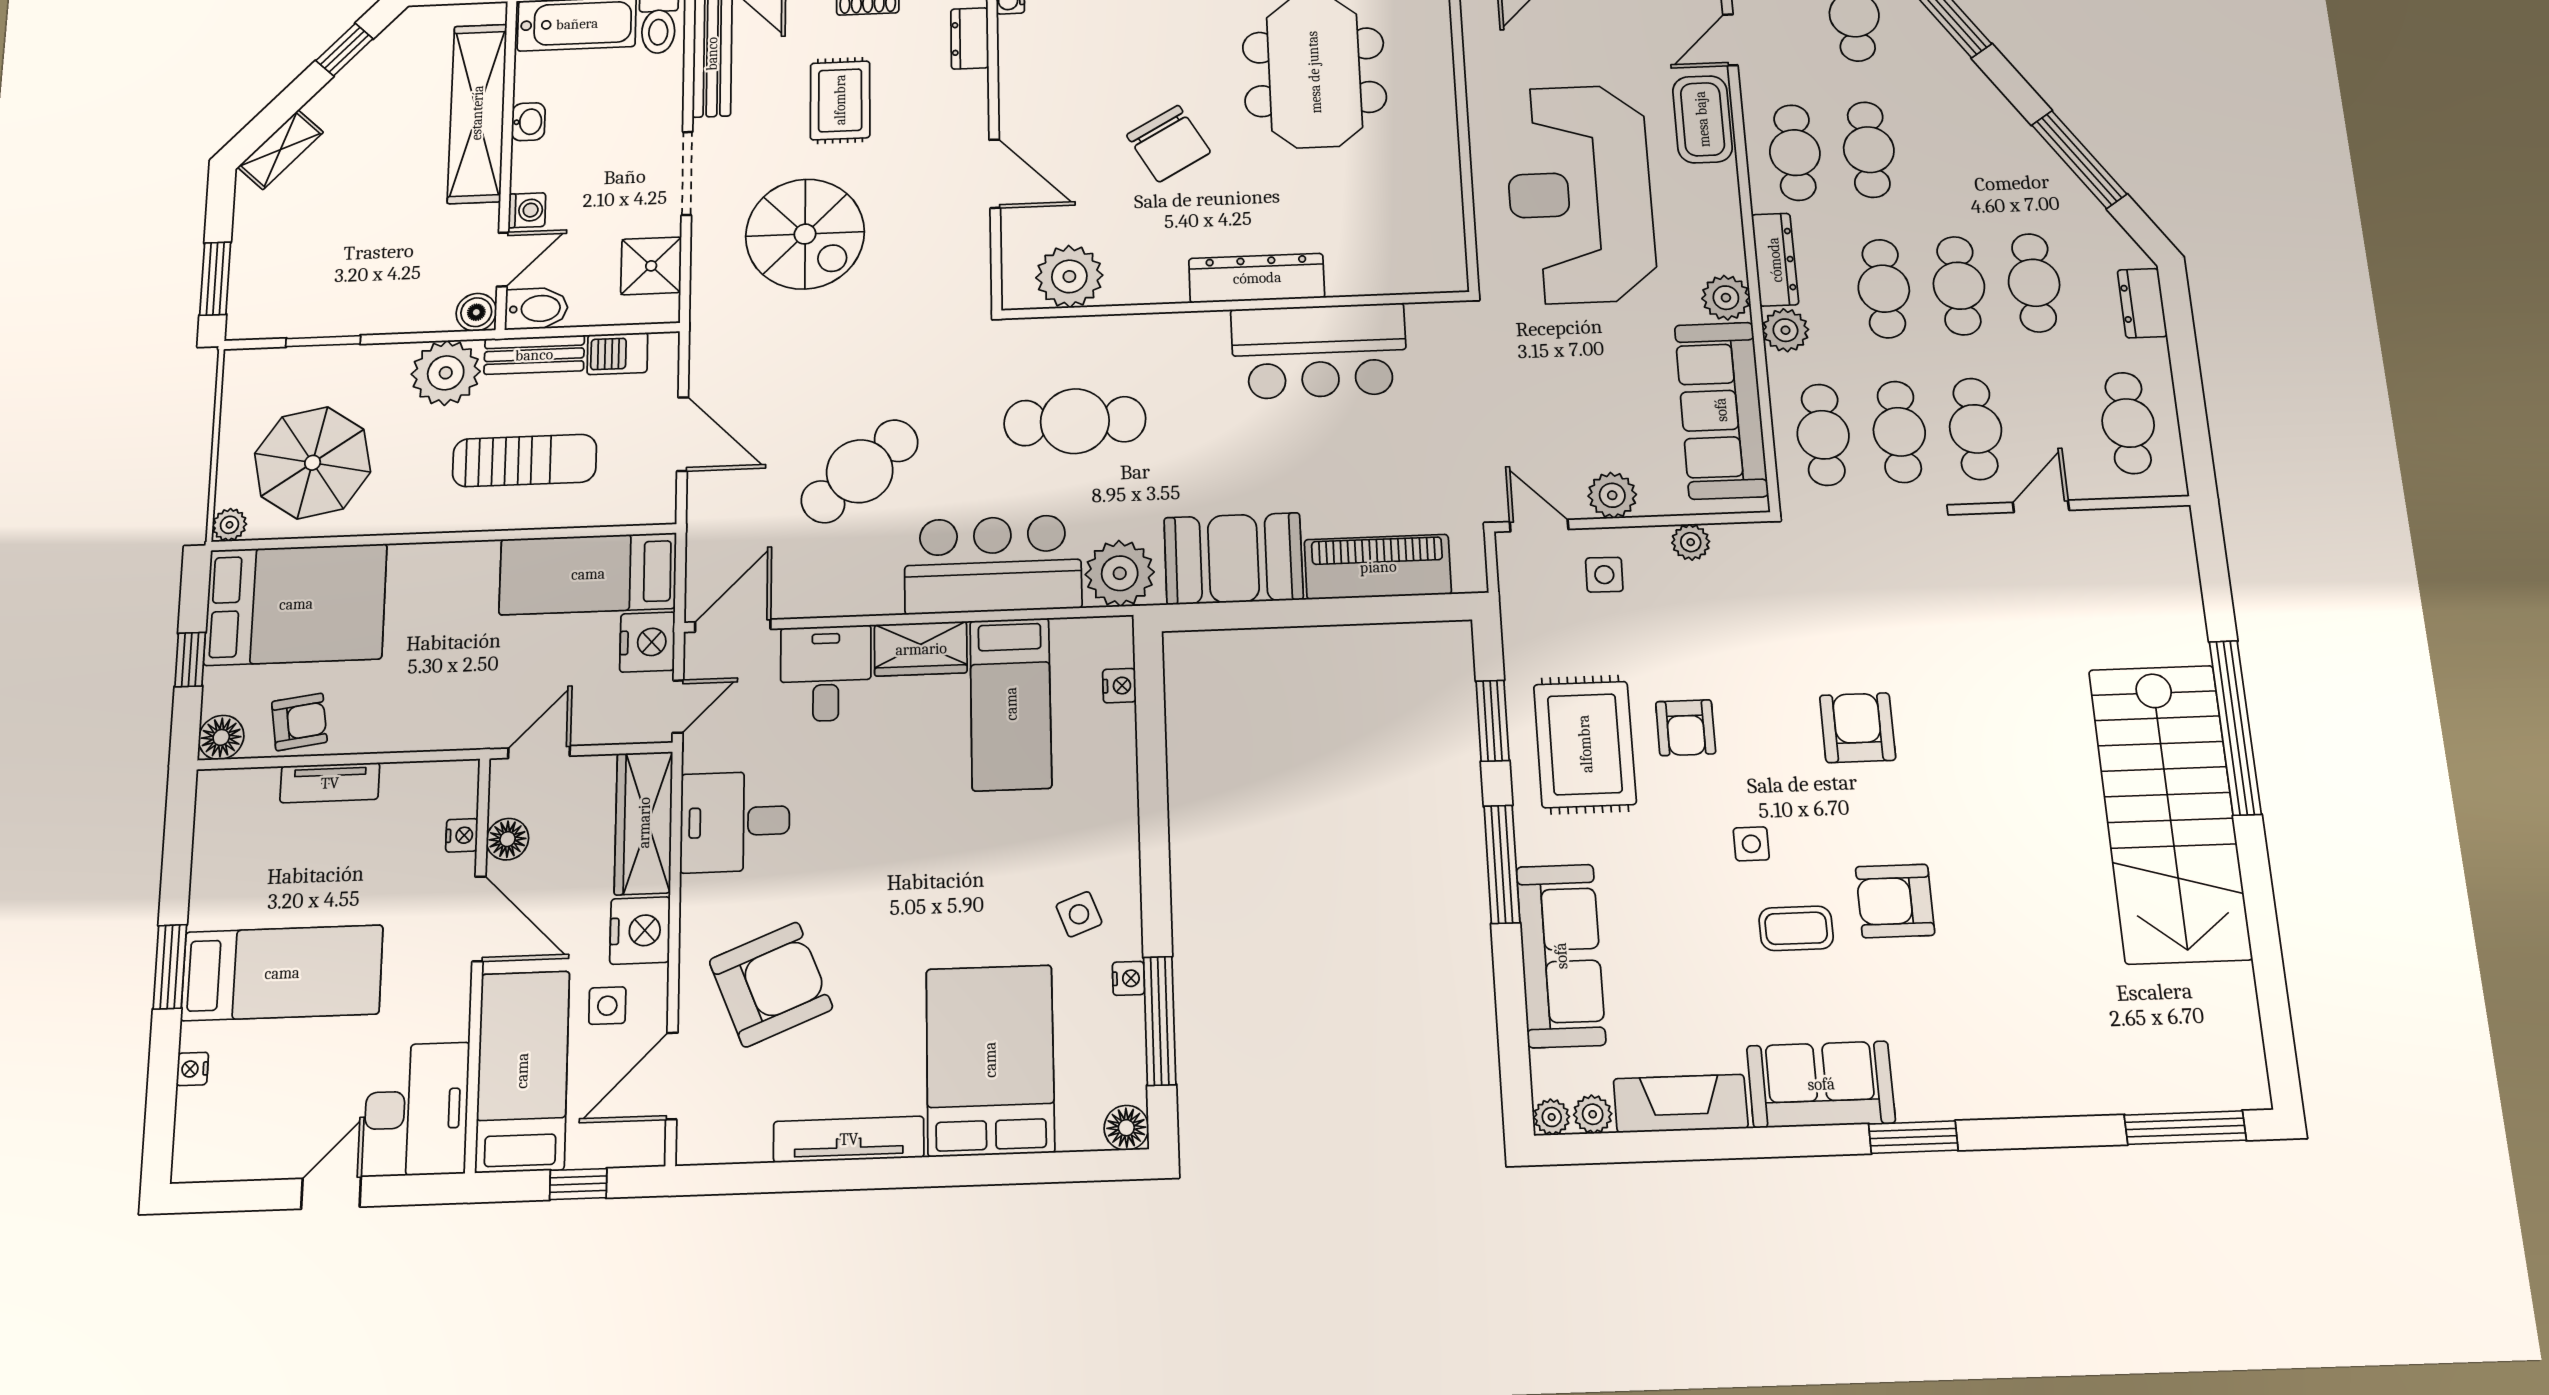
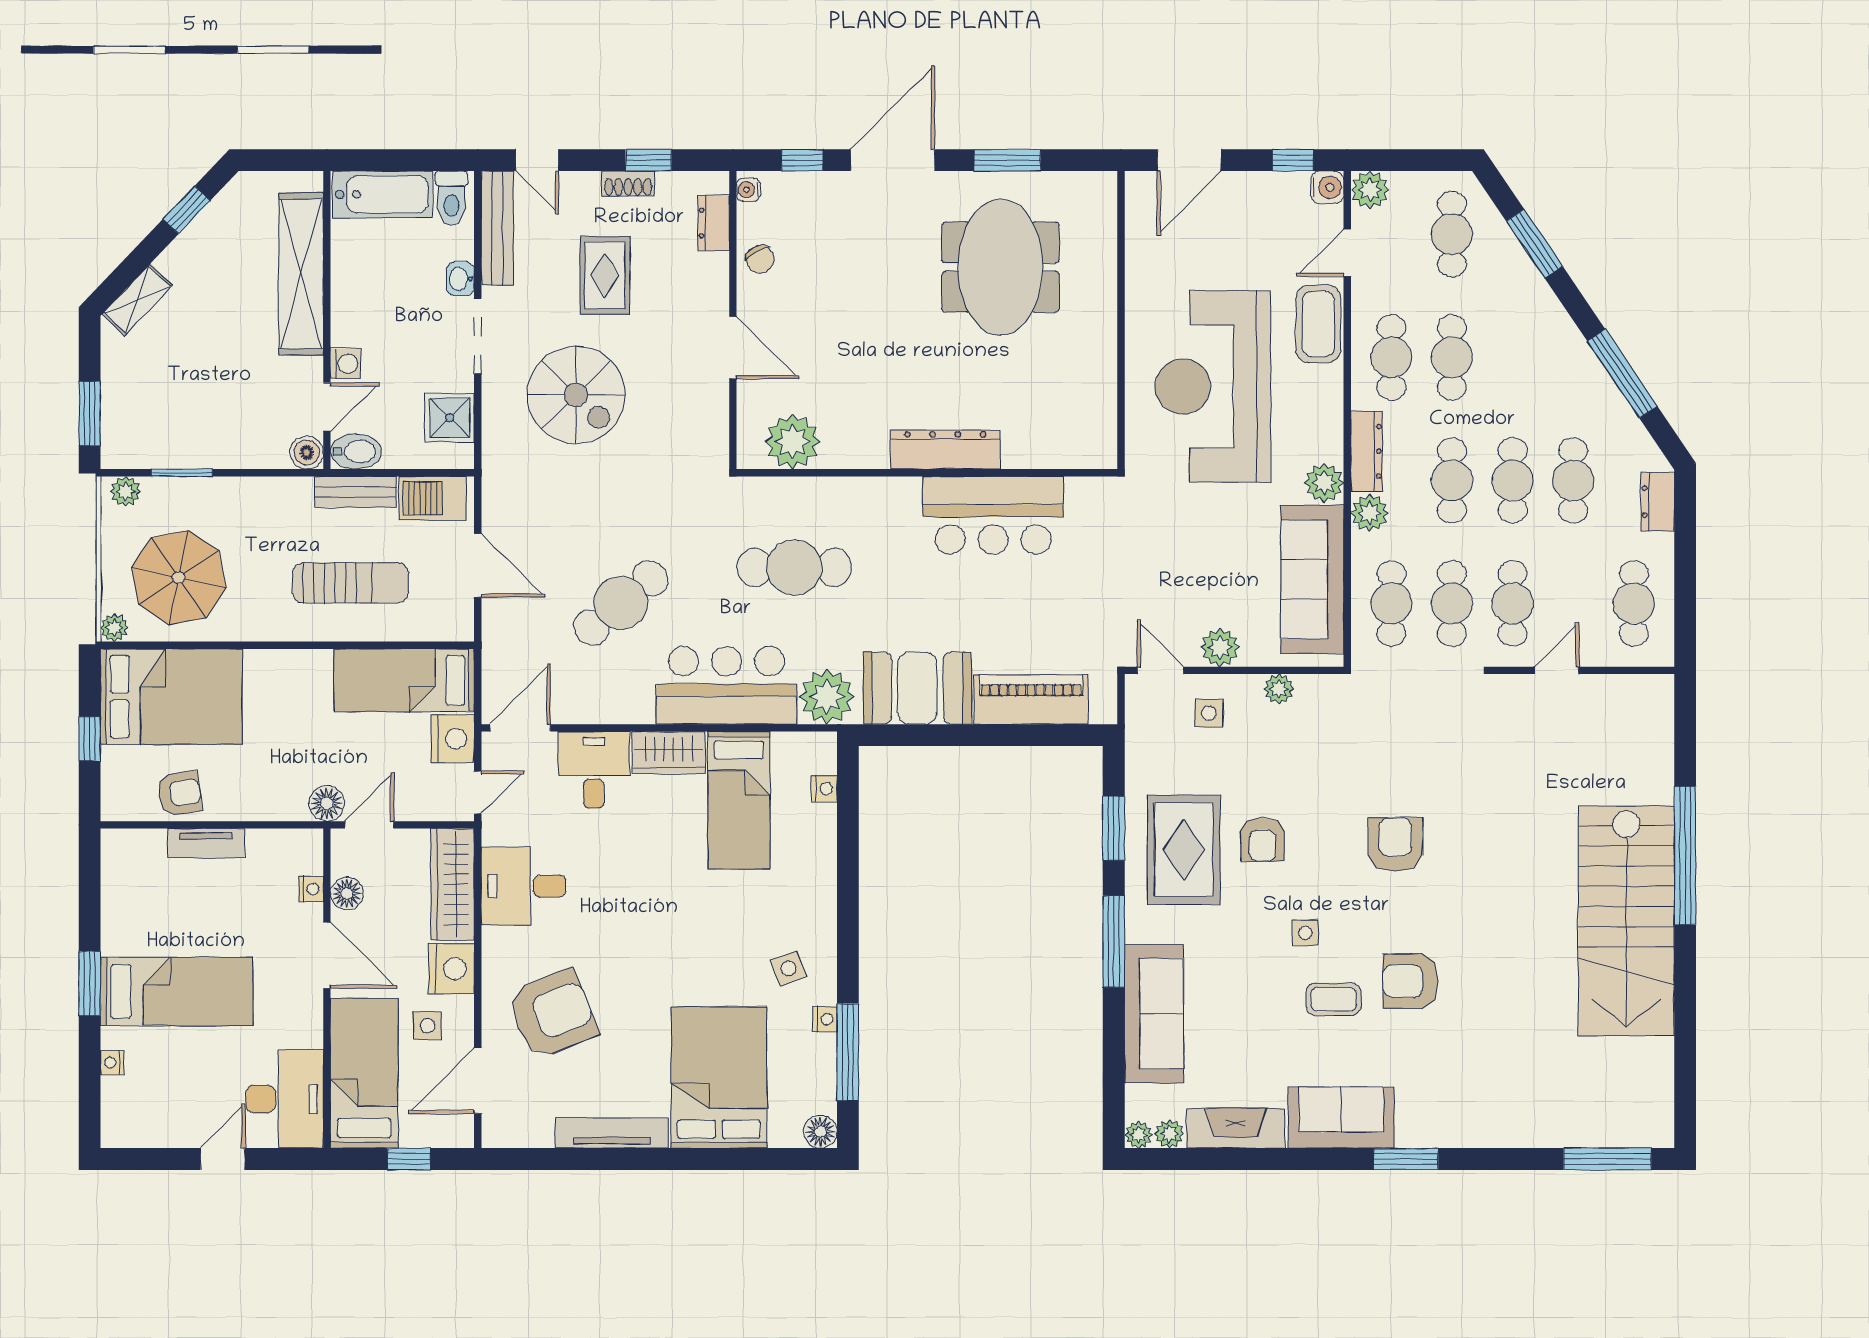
washbasin: (528, 122) -> (460, 279), moved, turned 180
chair: (1169, 144) -> (760, 259), moved, width x0.54, depth x0.54
barbecue: (617, 354) -> (433, 498), width x1.38, depth x1.27
plant: (446, 373) -> (126, 491), moved, width x0.53, depth x0.53
floor lamp: (221, 737) -> (327, 803), moved

